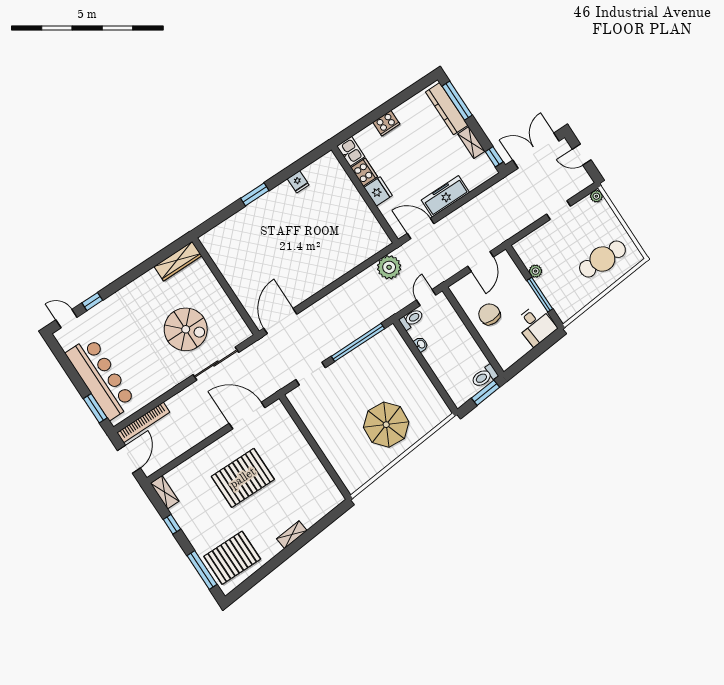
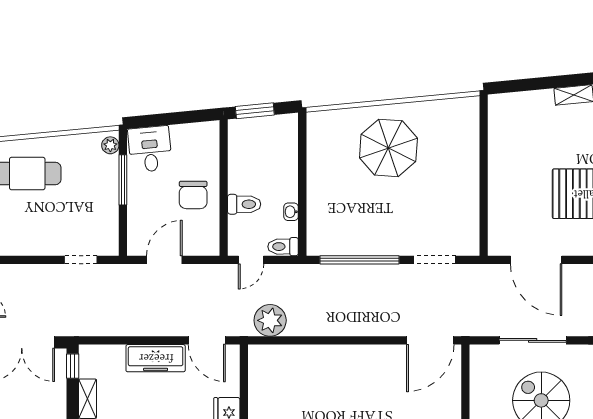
doorway: (559, 210) -> (81, 260), moved
plant: (536, 271) -> (110, 145), moved
toilet: (484, 376) -> (244, 204), moved

